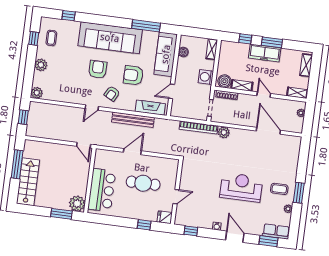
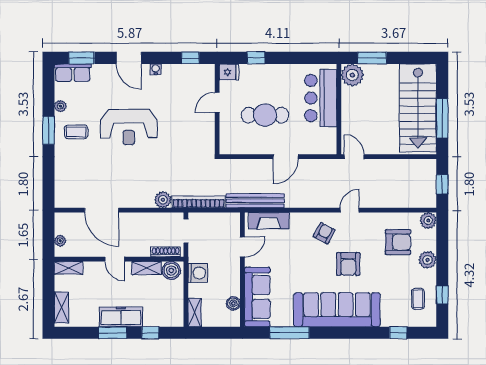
armchair: (133, 75) -> (398, 242), moved
bench: (133, 120) -> (255, 201), moved
stairs: (28, 182) -> (418, 108), width x1.36, depth x1.51

